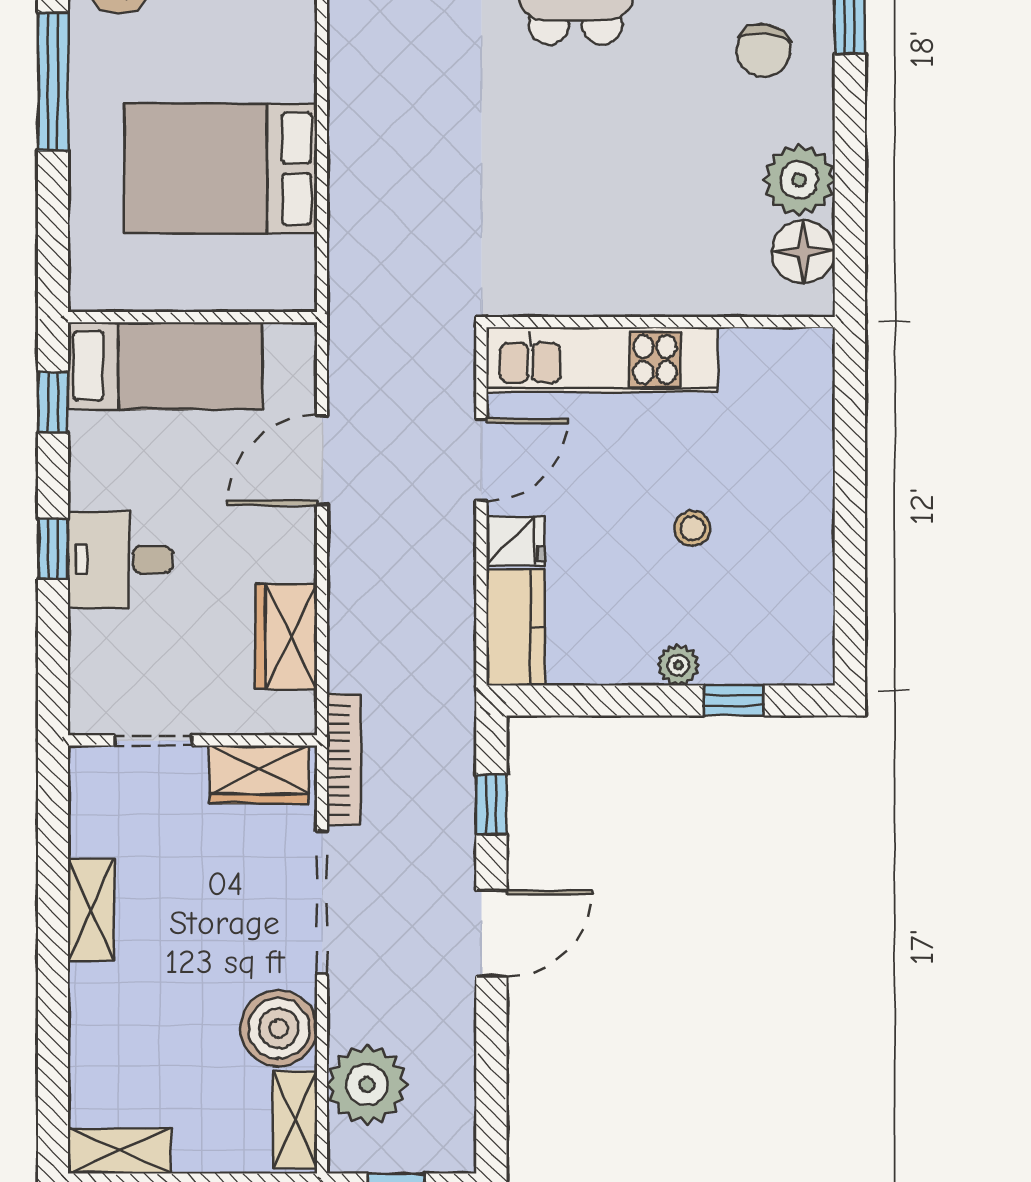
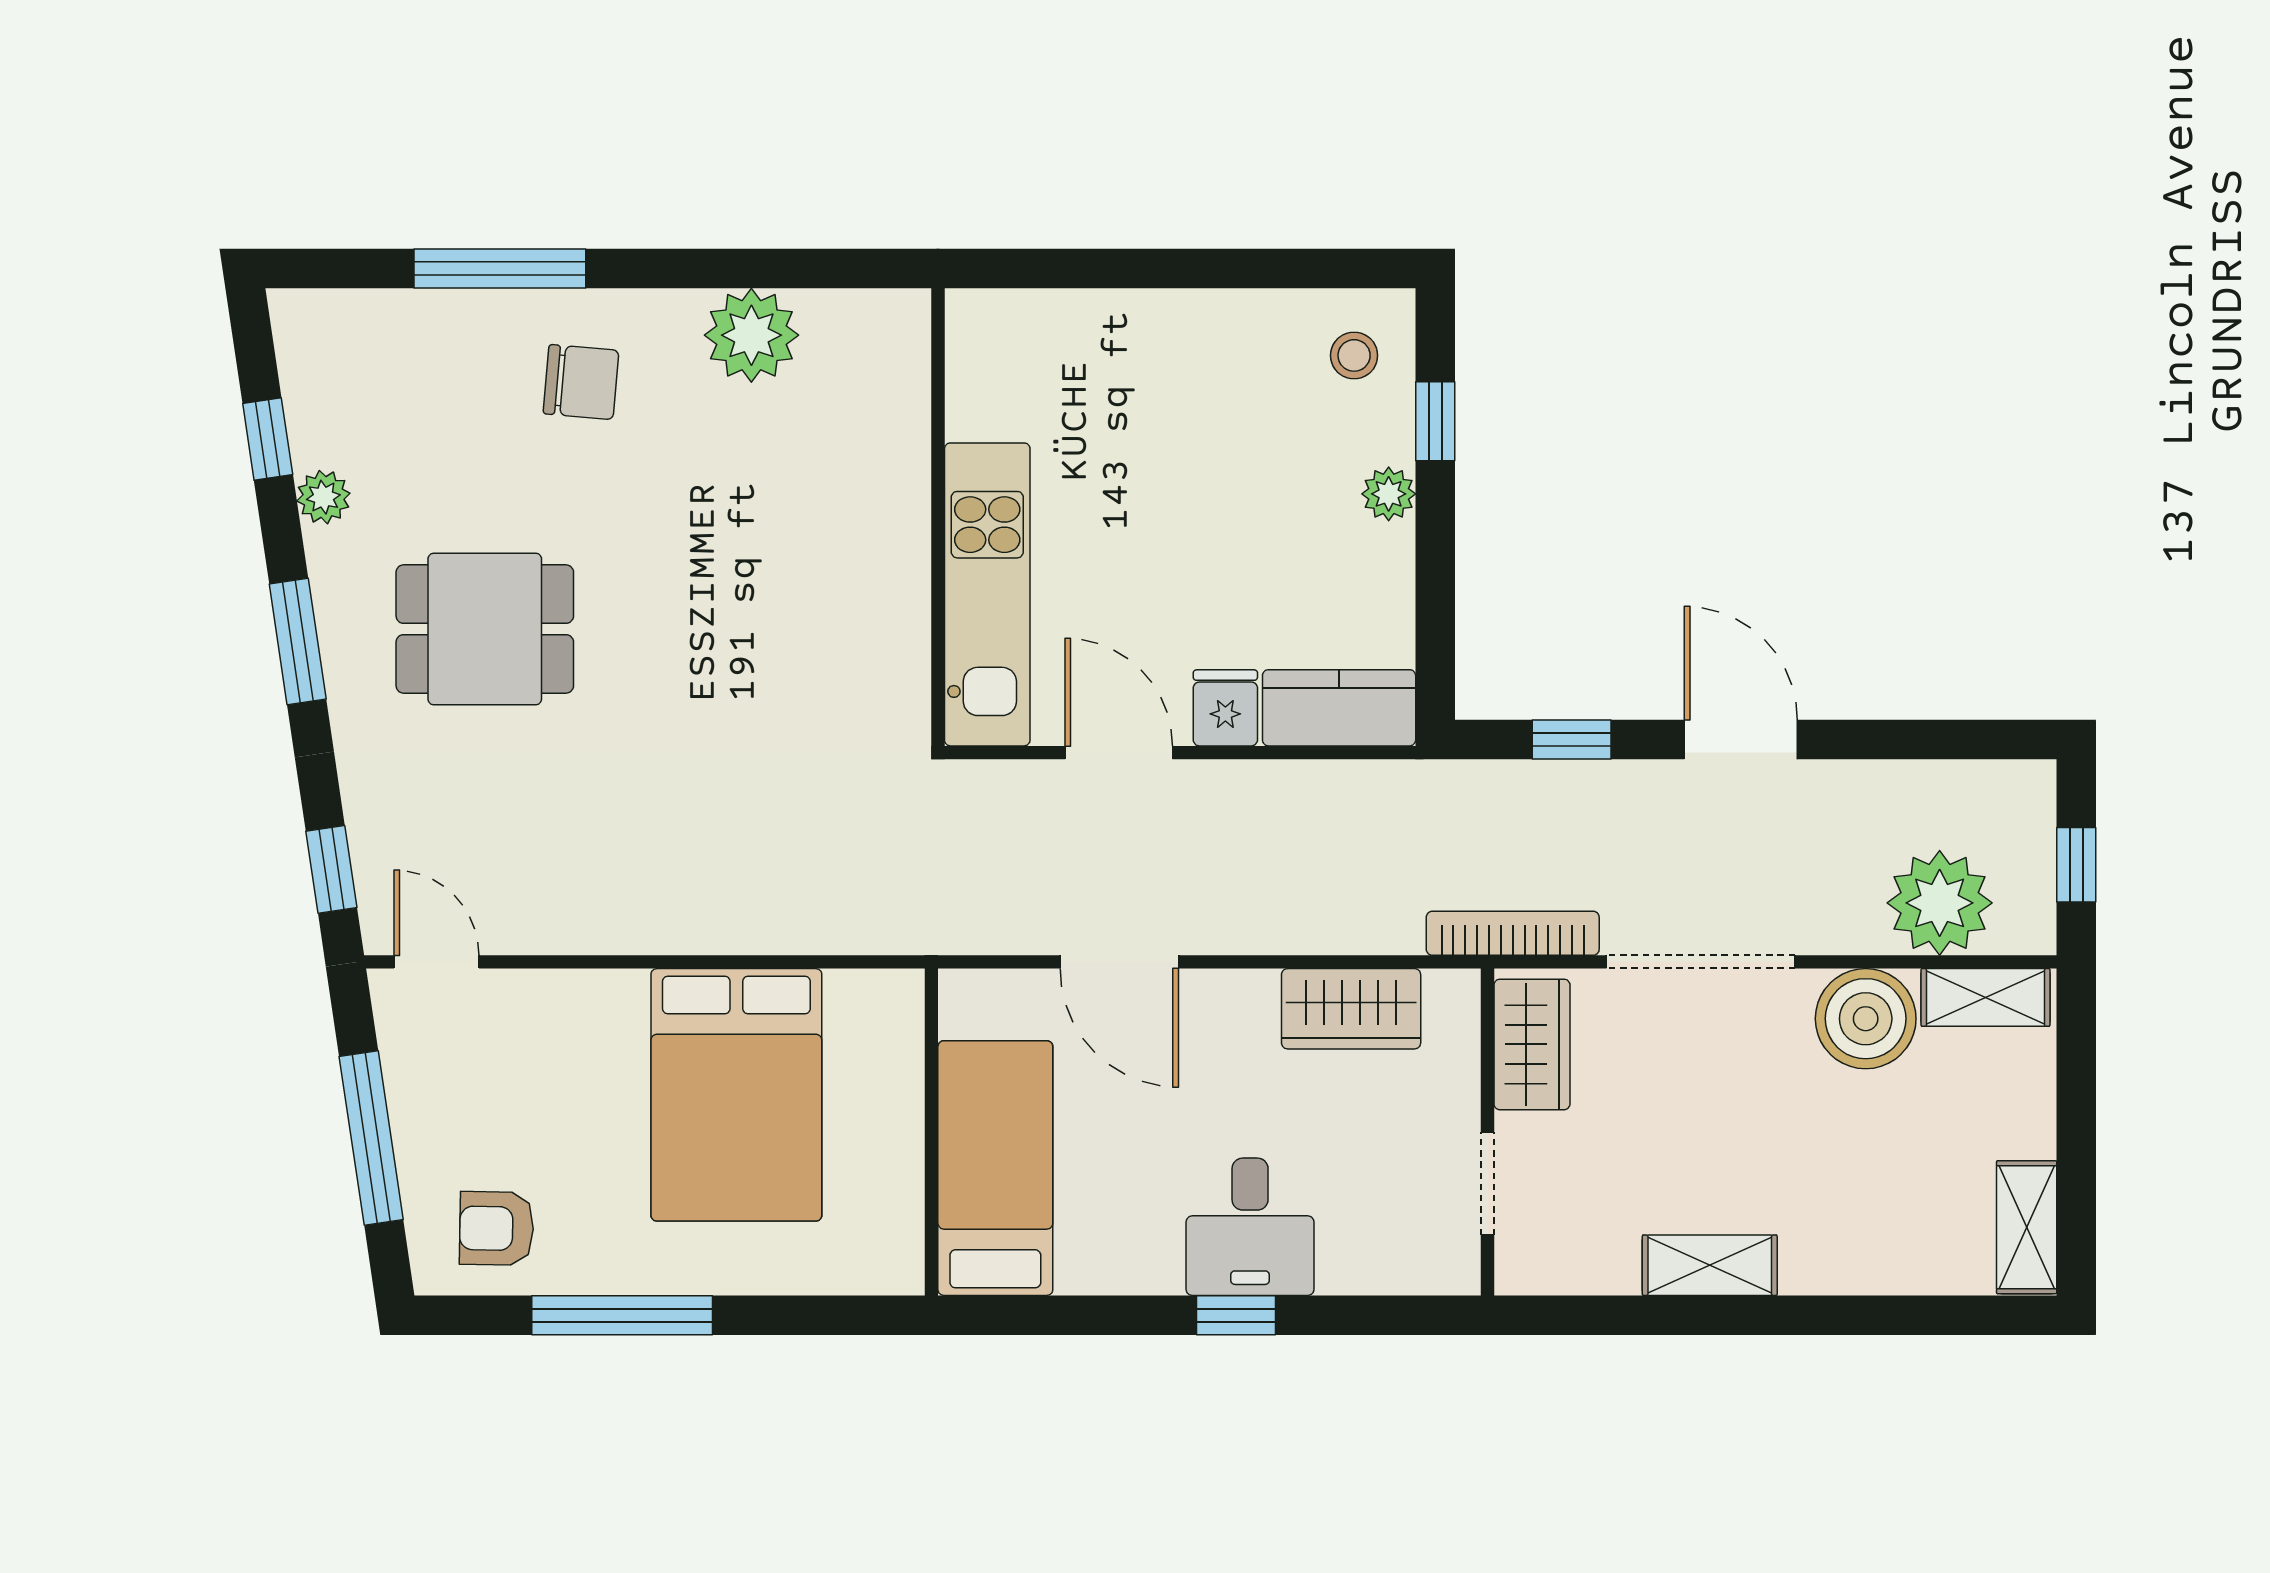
floor lamp: (803, 252) -> (845, 330), removed
window: (53, 402) -> (1043, 1315), removed
stool: (692, 528) -> (1354, 355), moved

